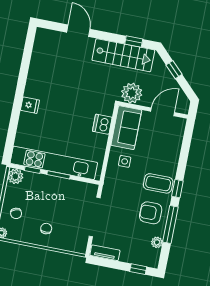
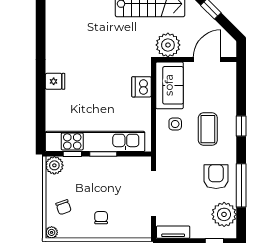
coffee table: (158, 183) -> (208, 129), moved, turned 90
window: (177, 189) -> (241, 126), moved
armchair: (151, 213) -> (216, 177), turned 90
plant: (157, 242) -> (224, 214), width x1.88, depth x1.88

